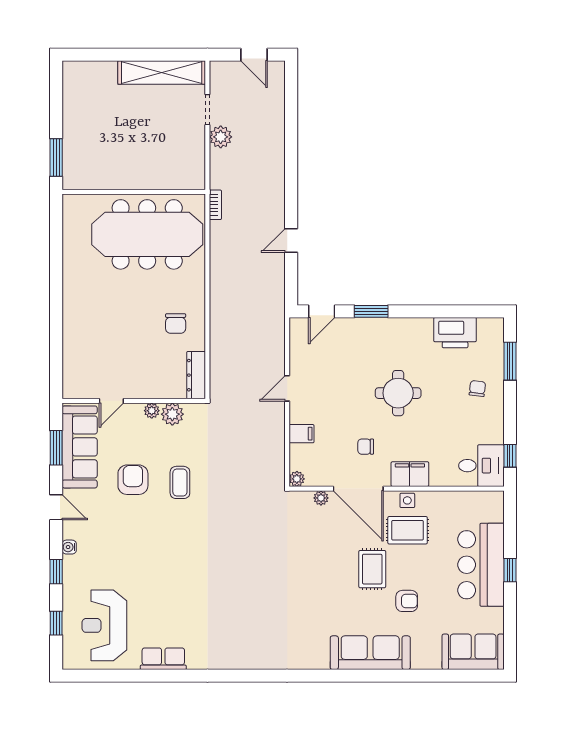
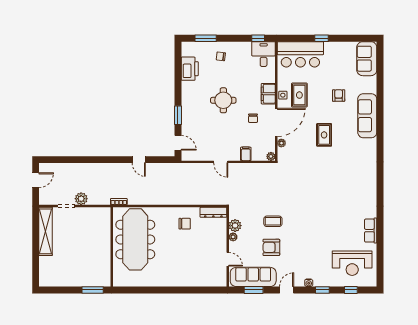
bar counter: (481, 565) -> (300, 54), moved
rug: (372, 569) -> (324, 135), moved, turned 90

